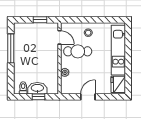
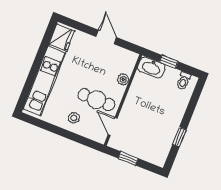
window: (11, 48) -> (179, 137), width x0.46
washbasin: (37, 88) -> (151, 67), moved
door: (88, 97) -> (106, 37), swing flipped

